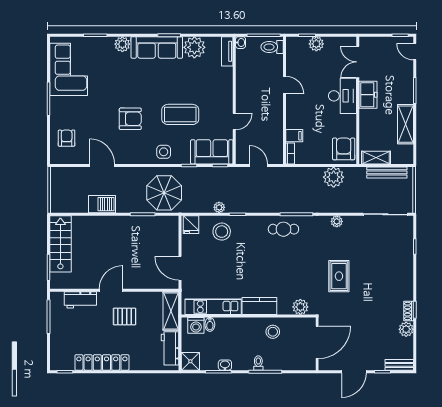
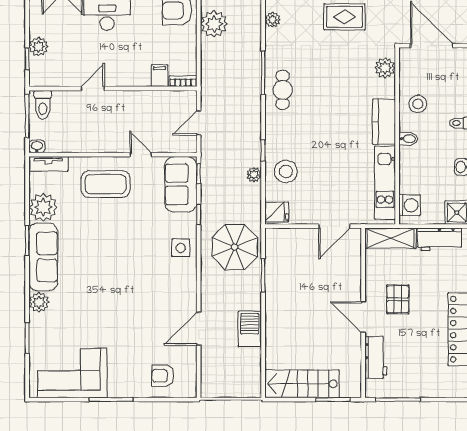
coffee table: (180, 114) -> (106, 184), moved, turned 90
armchair: (130, 119) -> (137, 292), removed
bidet: (210, 324) -> (408, 139), moved

